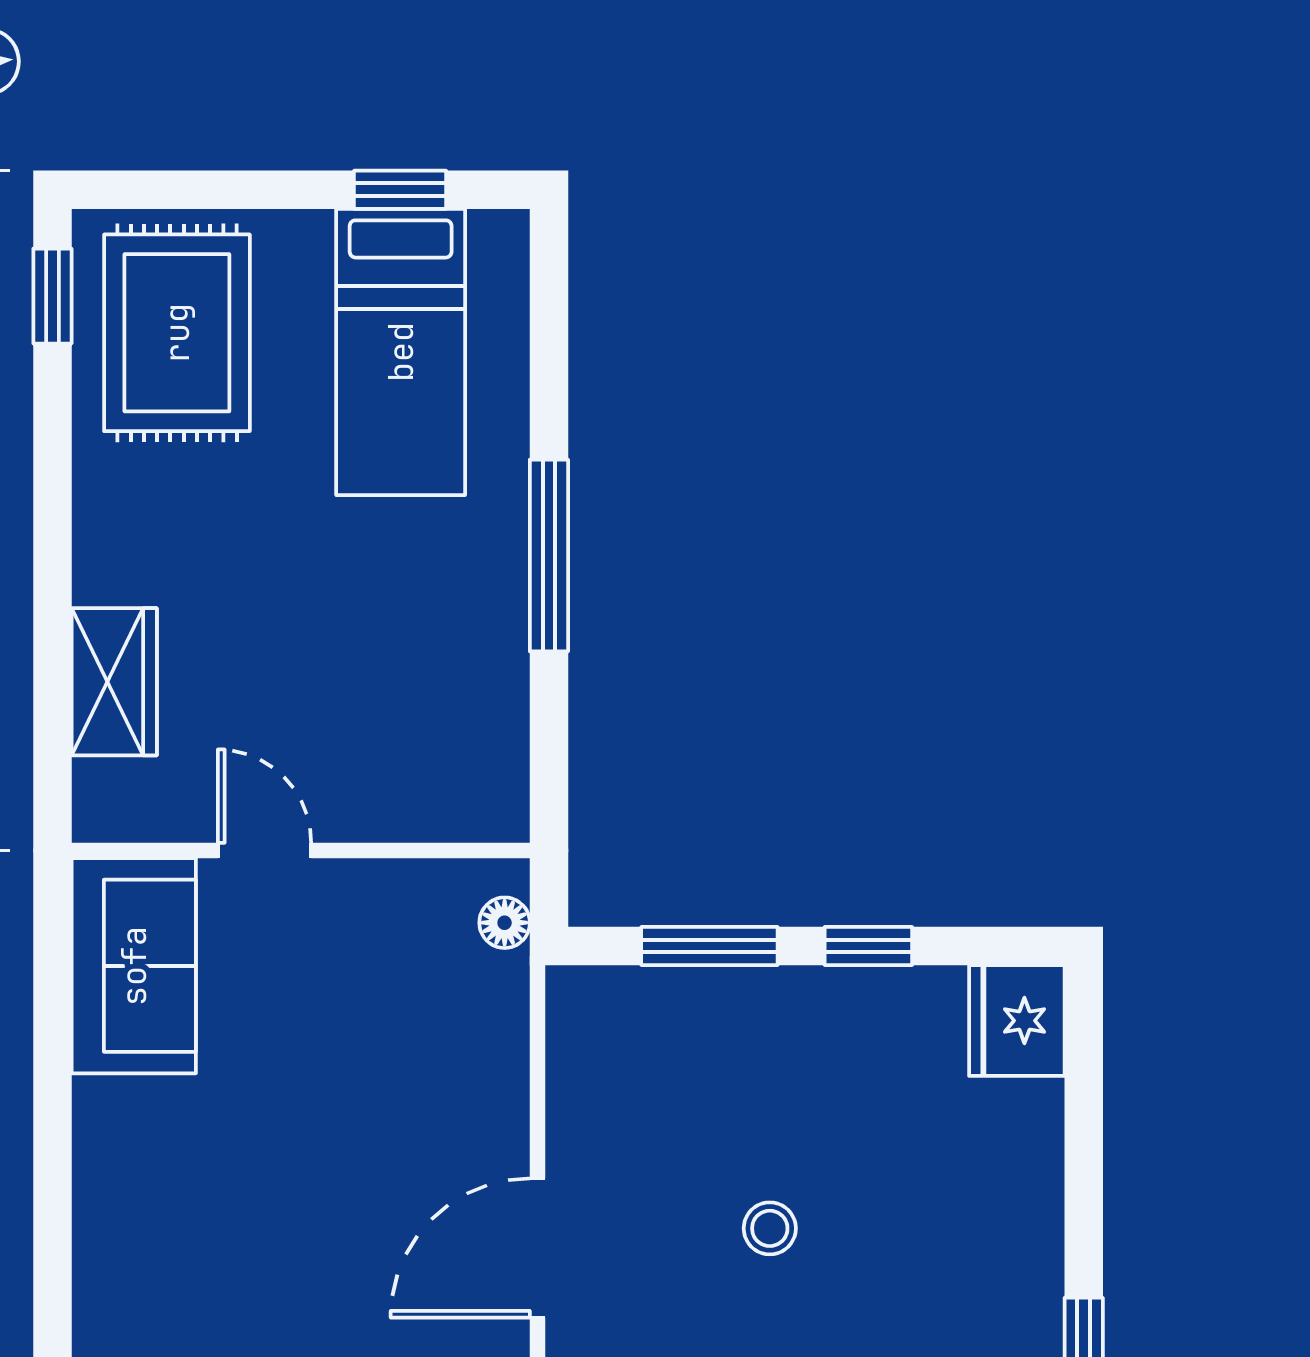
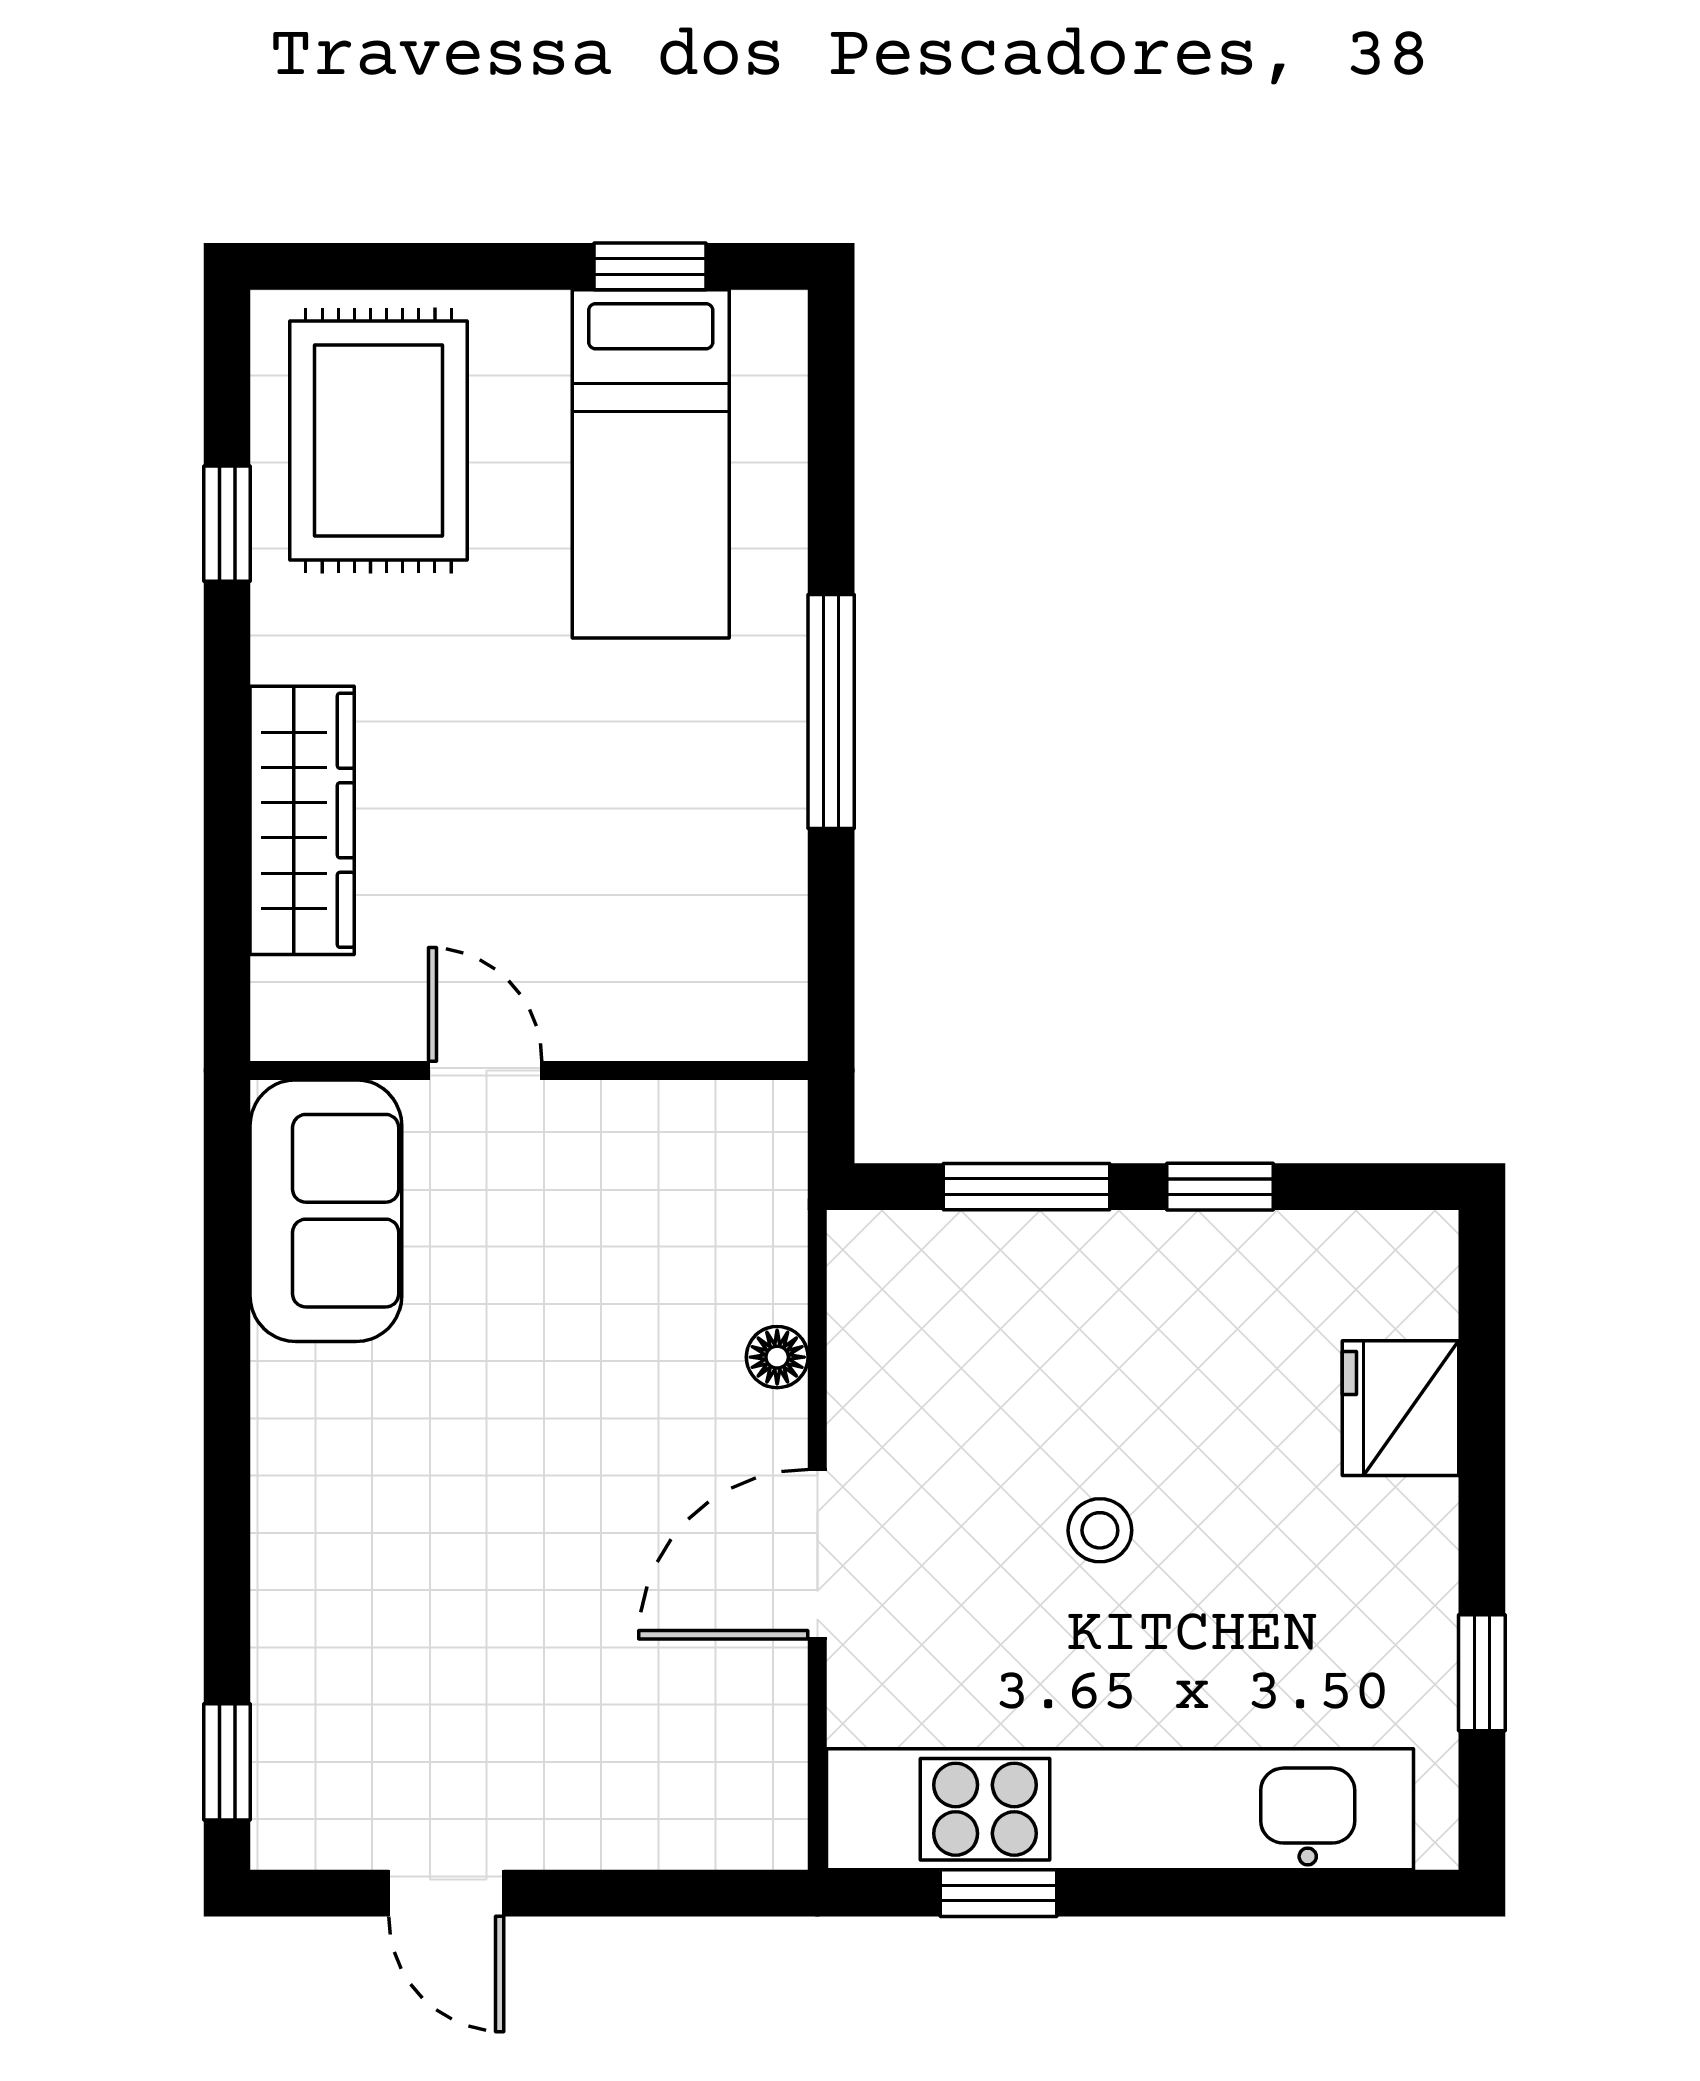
window: (52, 296) -> (227, 524), moved
wardrobe: (114, 682) -> (302, 820), width x1.50
floor lamp: (505, 923) -> (777, 1357), moved
fridge: (1017, 1021) -> (1401, 1408), moved

